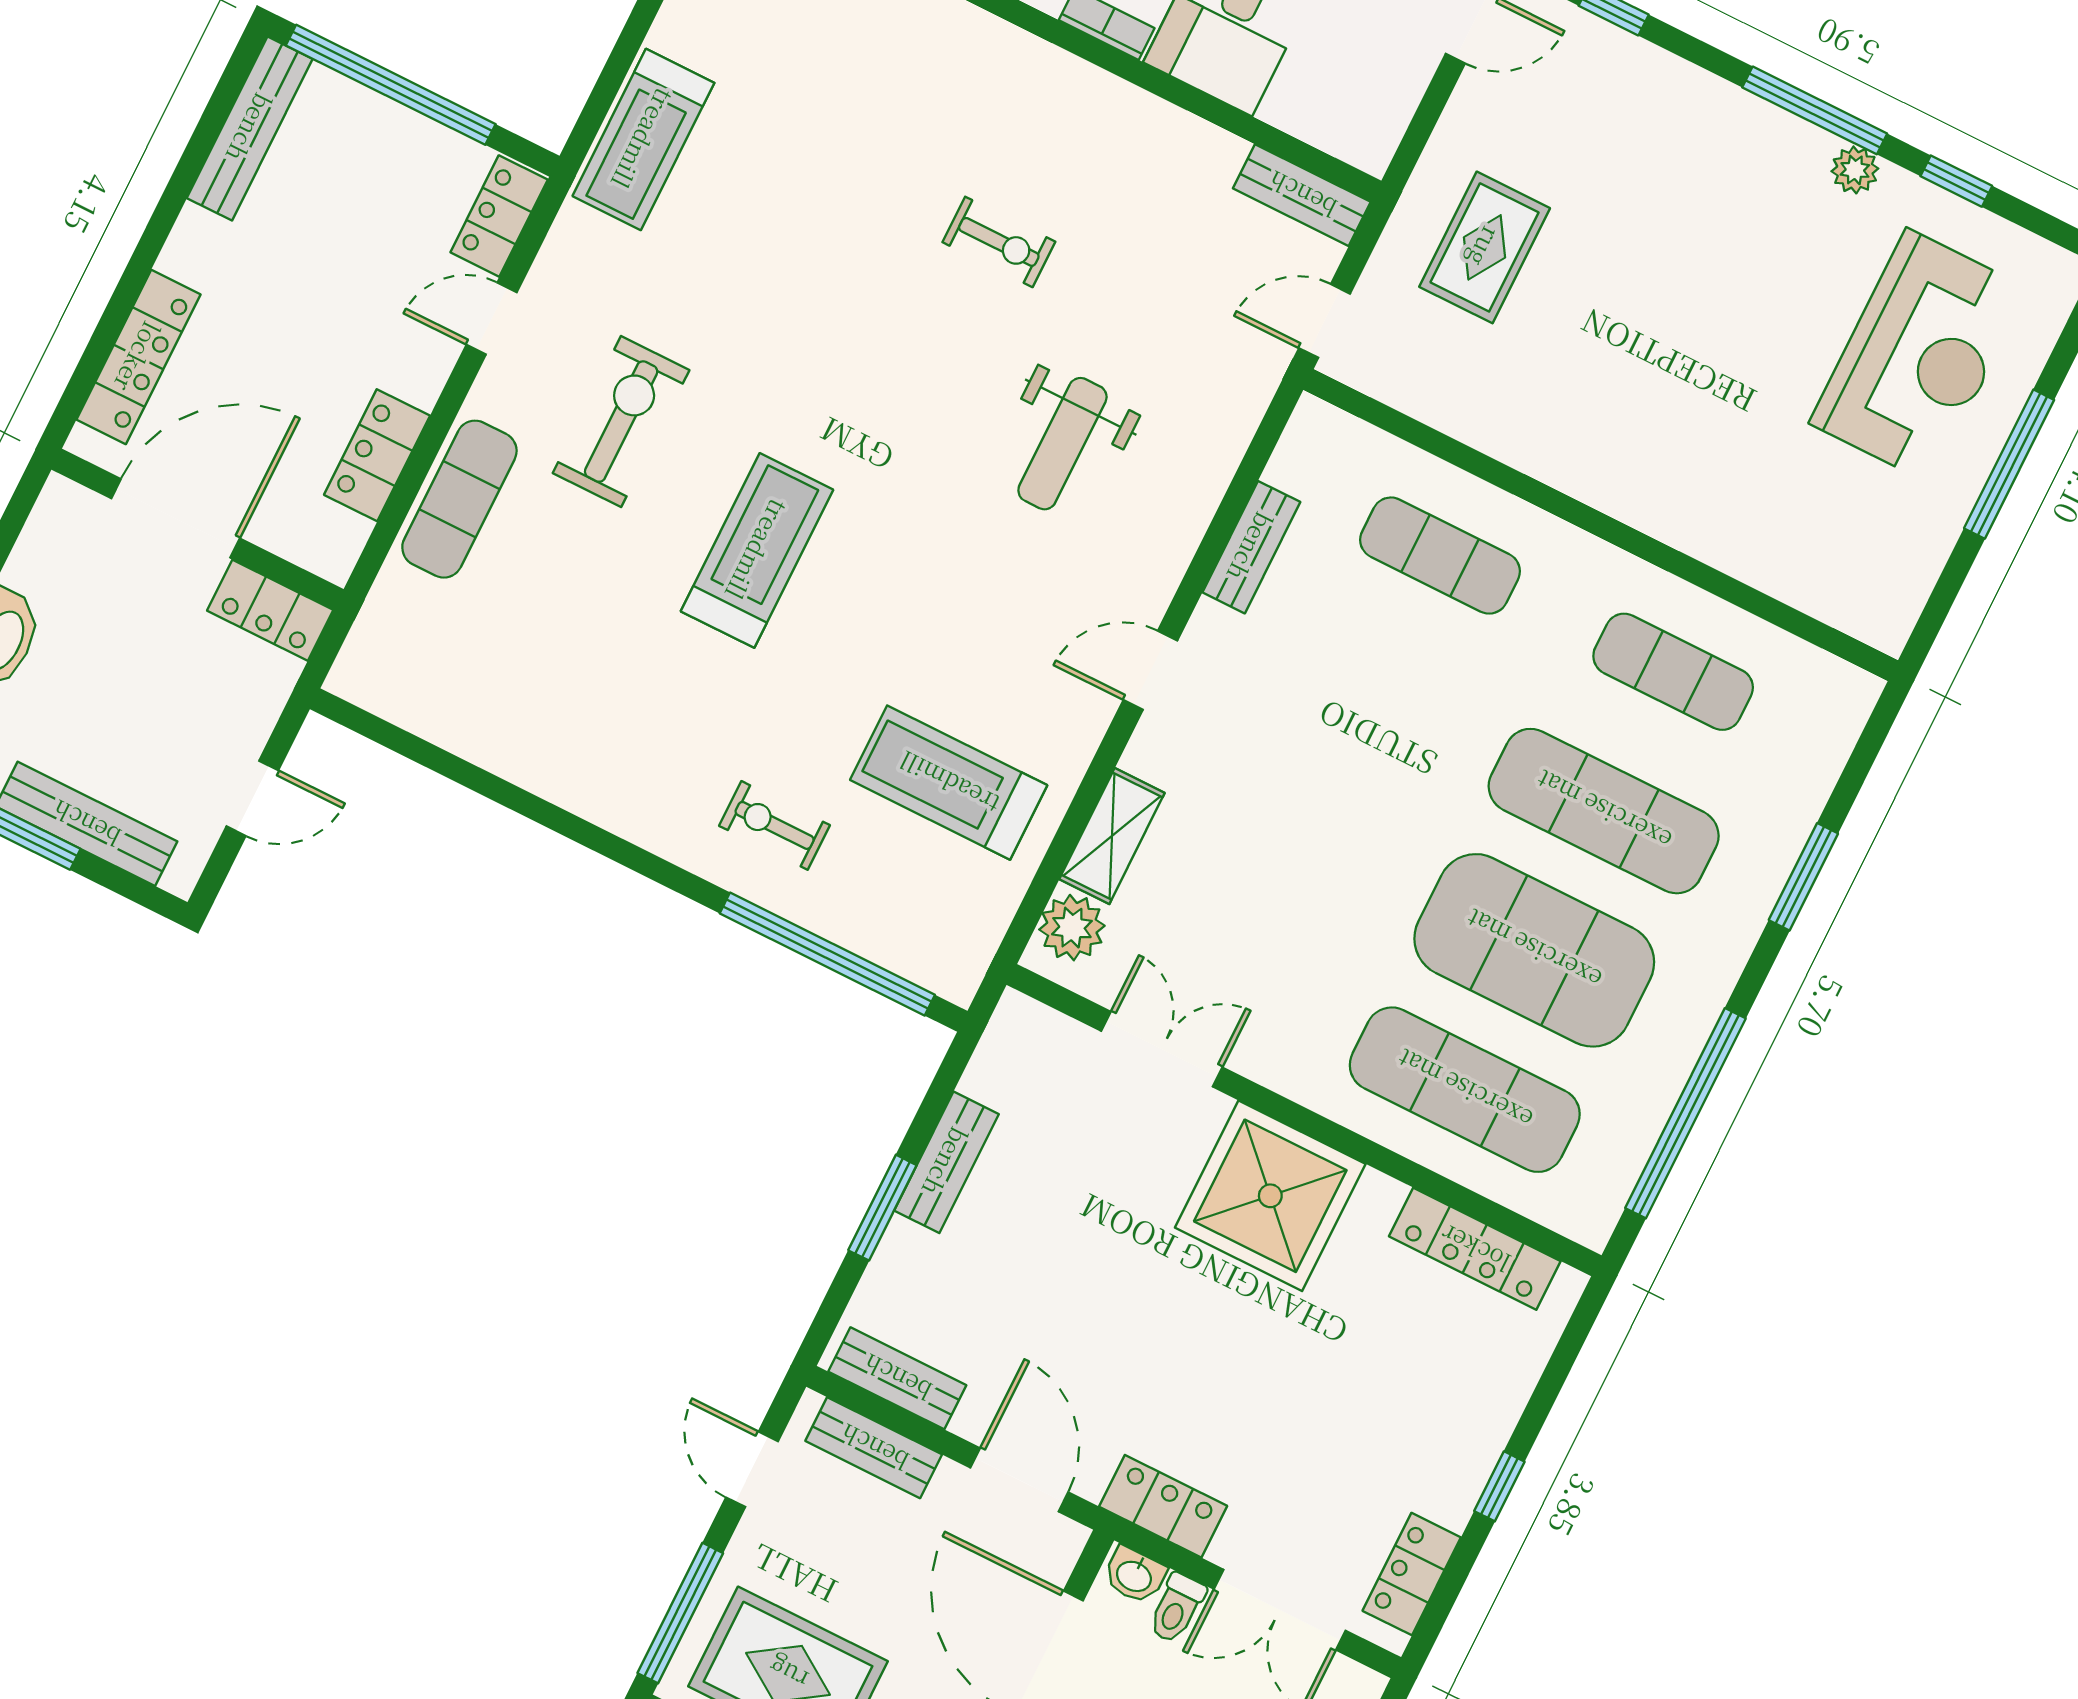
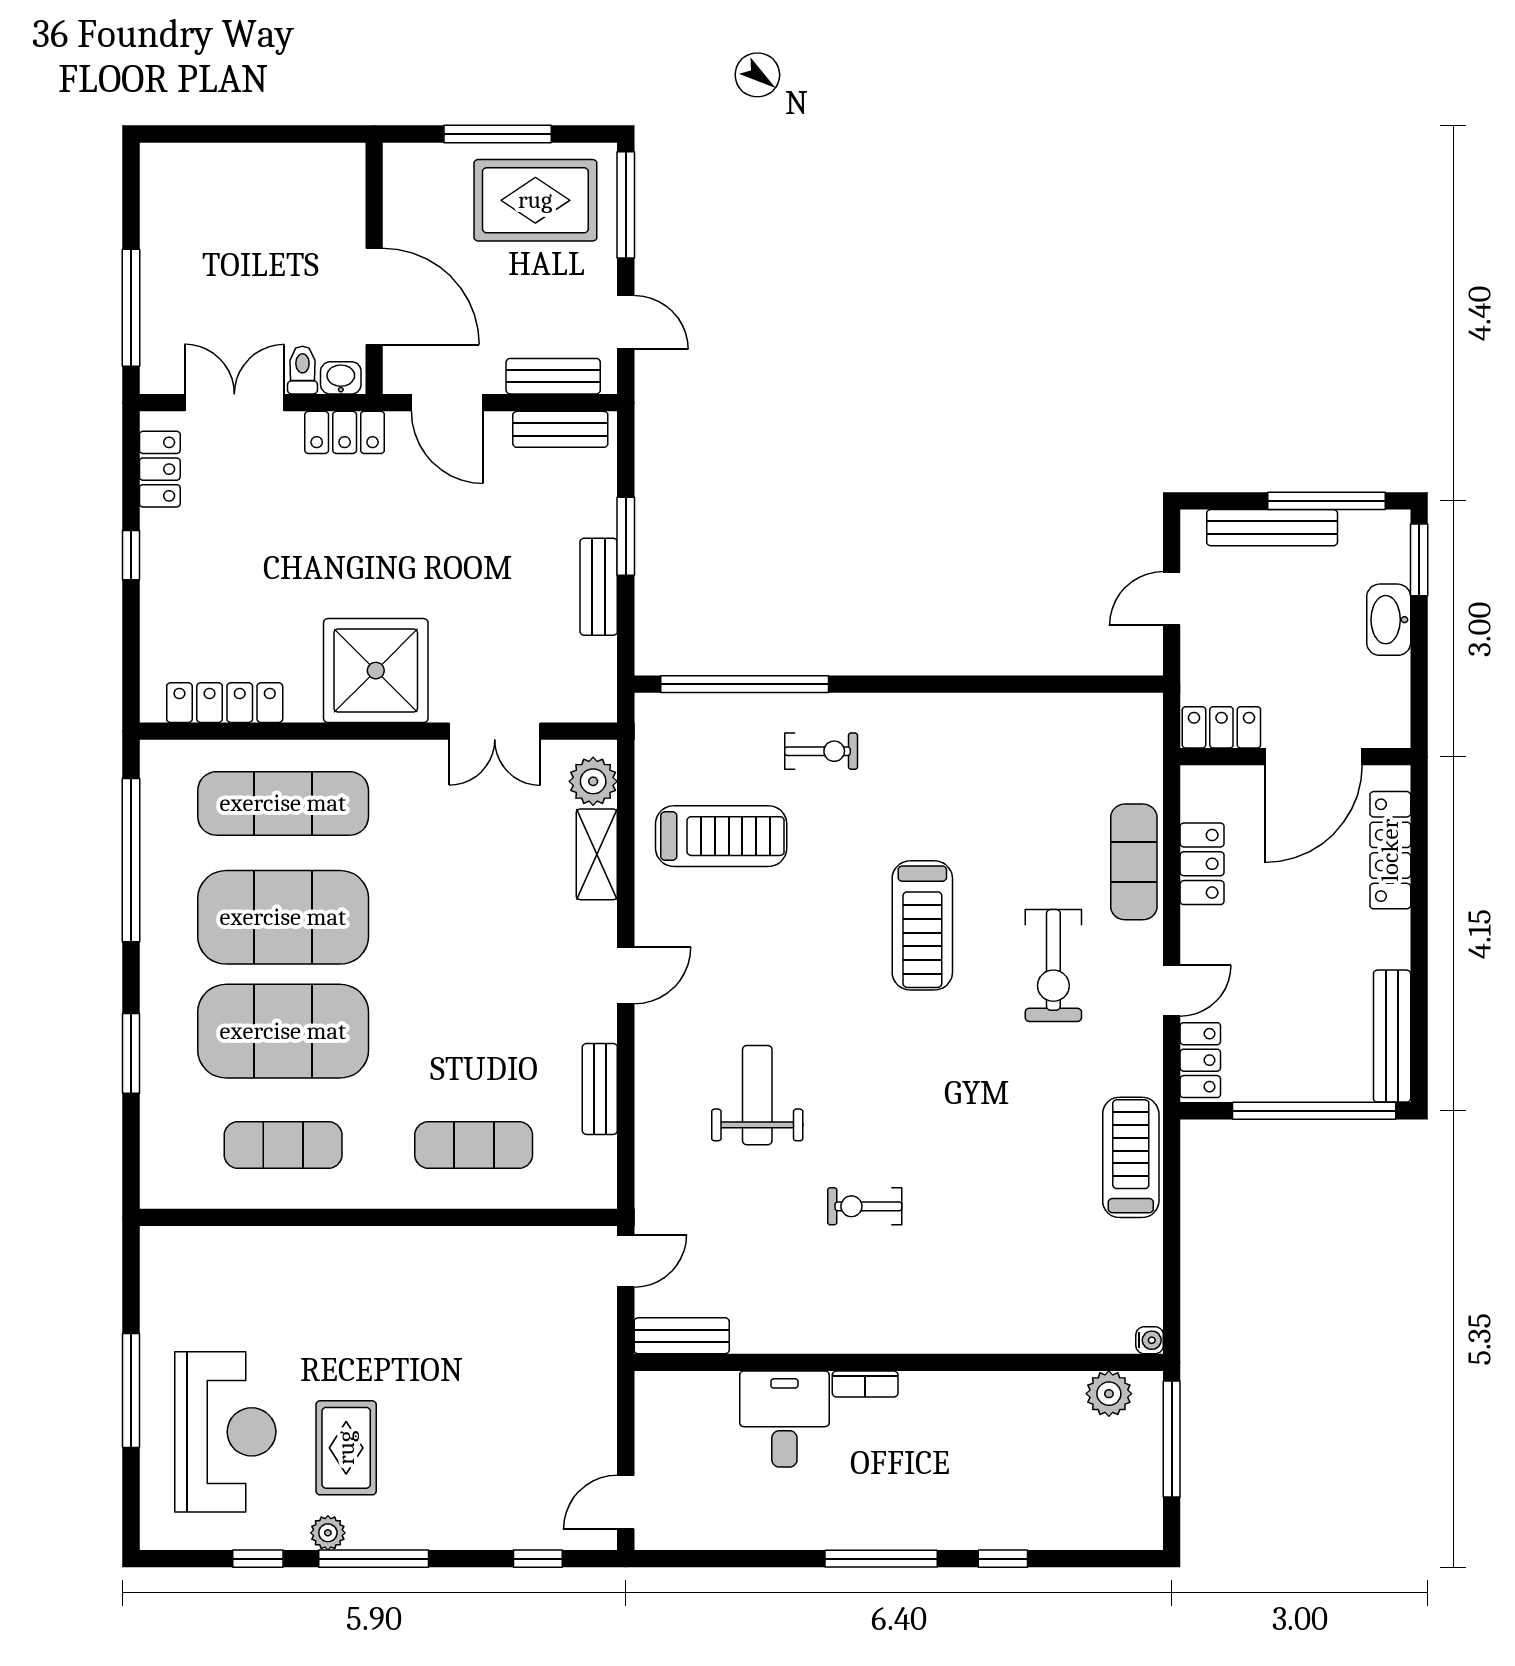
rug: (1485, 247) -> (346, 1448), moved
reception desk: (1919, 356) -> (225, 1432), turned 180
exercise mat: (1604, 811) -> (283, 1031), width x1.47

